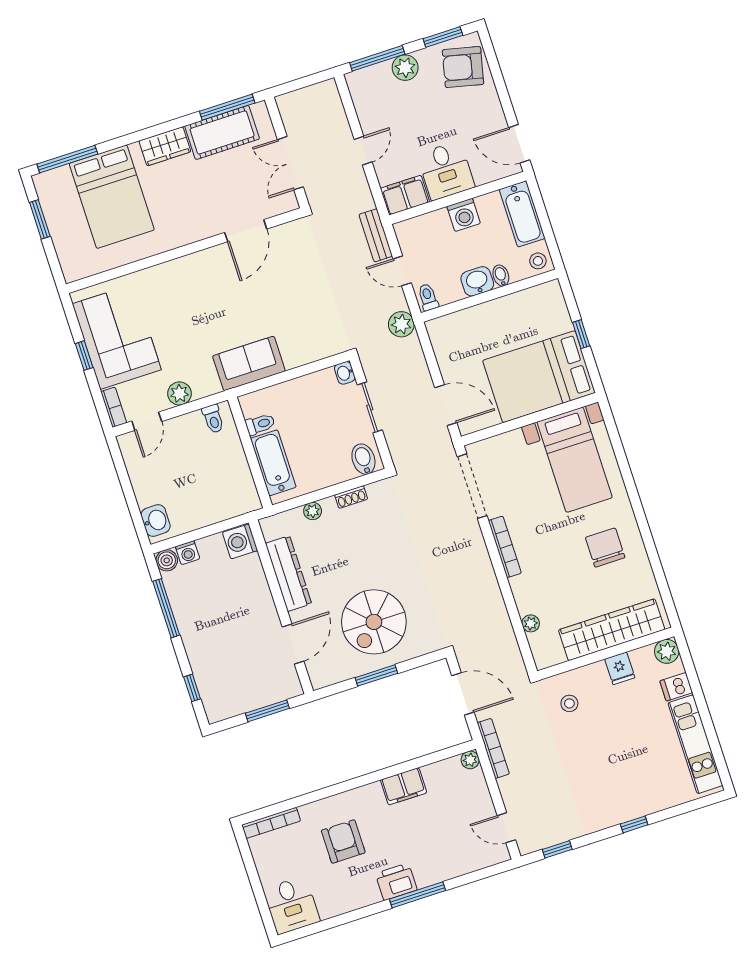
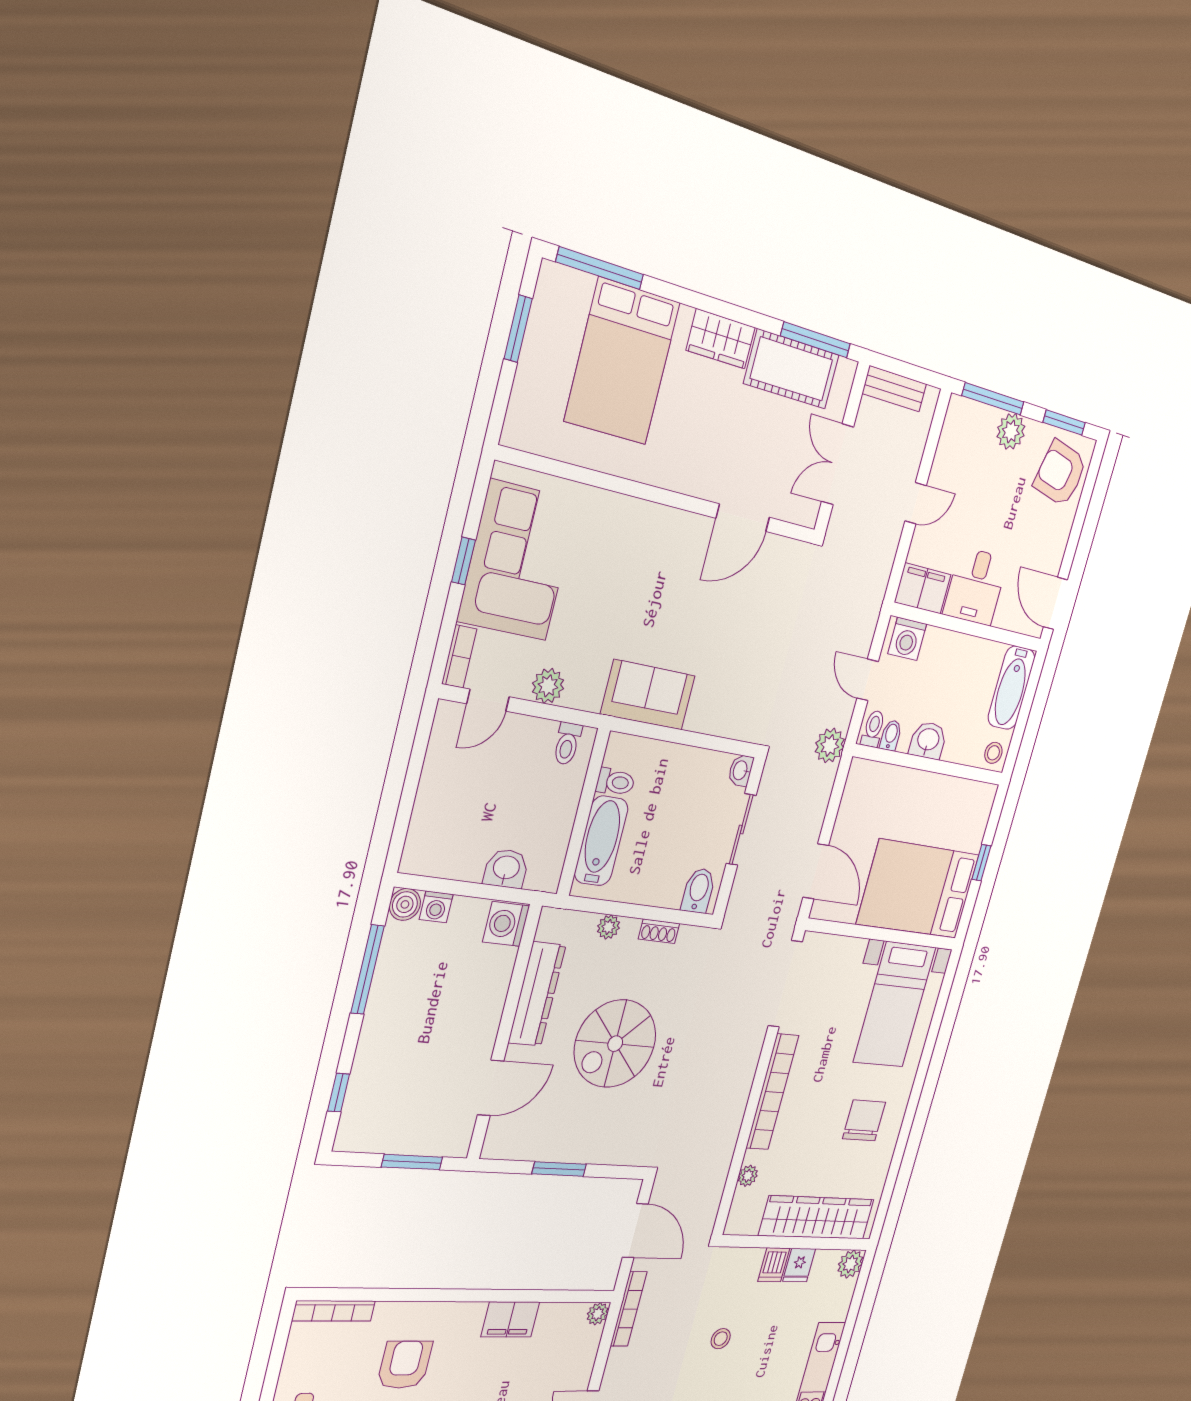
washing machine: (464, 215) -> (907, 639), moved
bench: (376, 235) -> (894, 389), moved, turned 90
bidet: (501, 276) -> (891, 735), moved
washbasin: (156, 520) -> (506, 869), moved, turned -90
bookcase: (505, 547) -> (772, 1092), width x1.48, depth x1.31
spiral stairs: (374, 622) -> (615, 1044), moved
dishwasher: (676, 687) -> (774, 1265), moved, turned -90
stool: (569, 703) -> (721, 1339), moved

